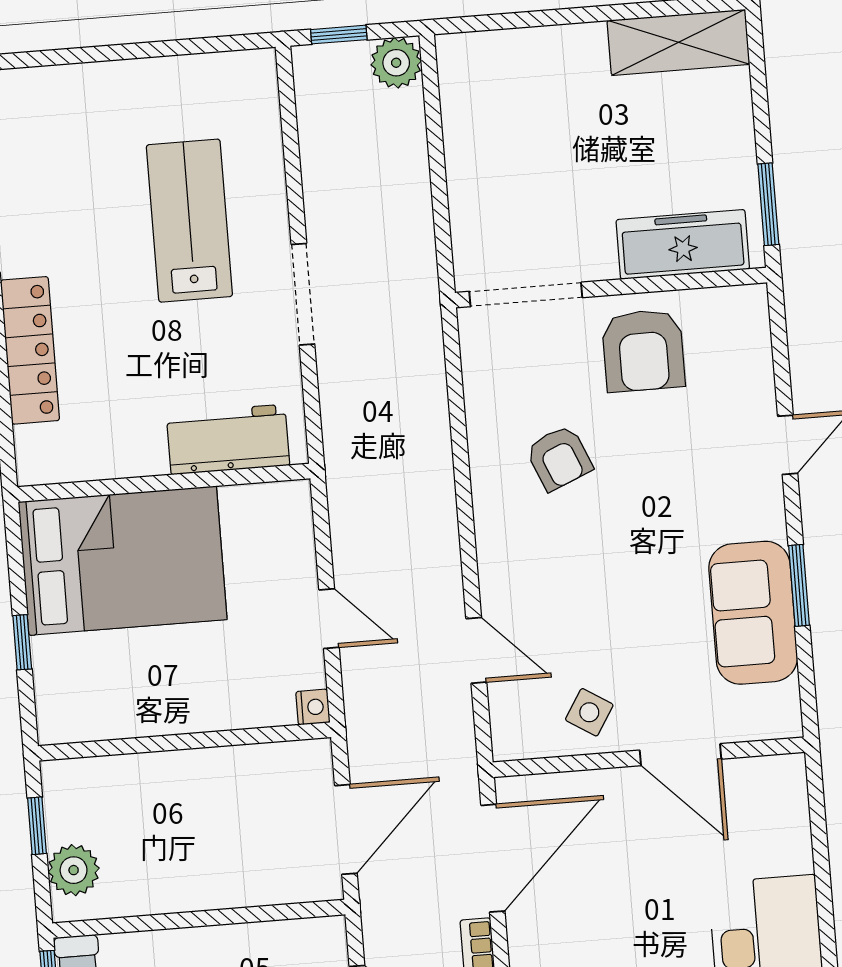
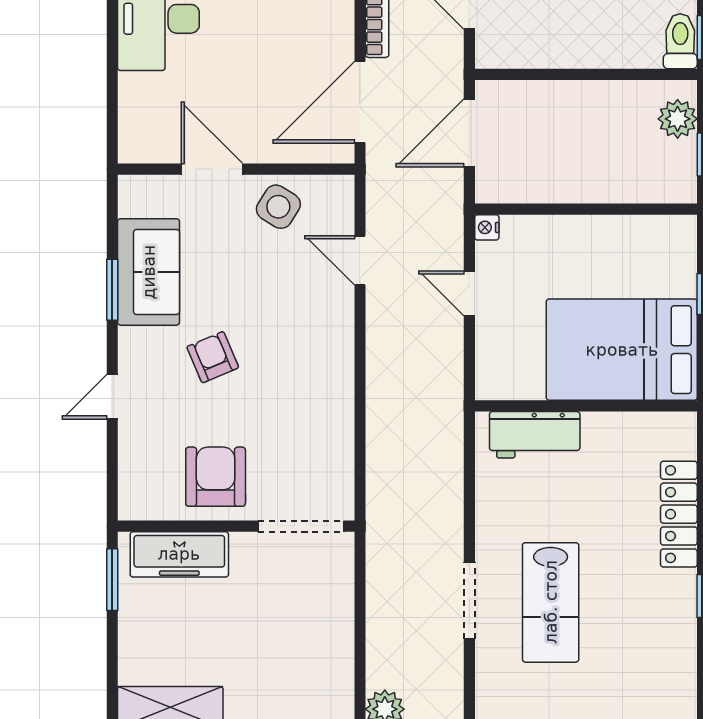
doorway: (303, 294) -> (469, 600), moved
armchair: (559, 458) -> (213, 357), moved
side table: (589, 712) -> (278, 207), width x1.37, depth x1.37

